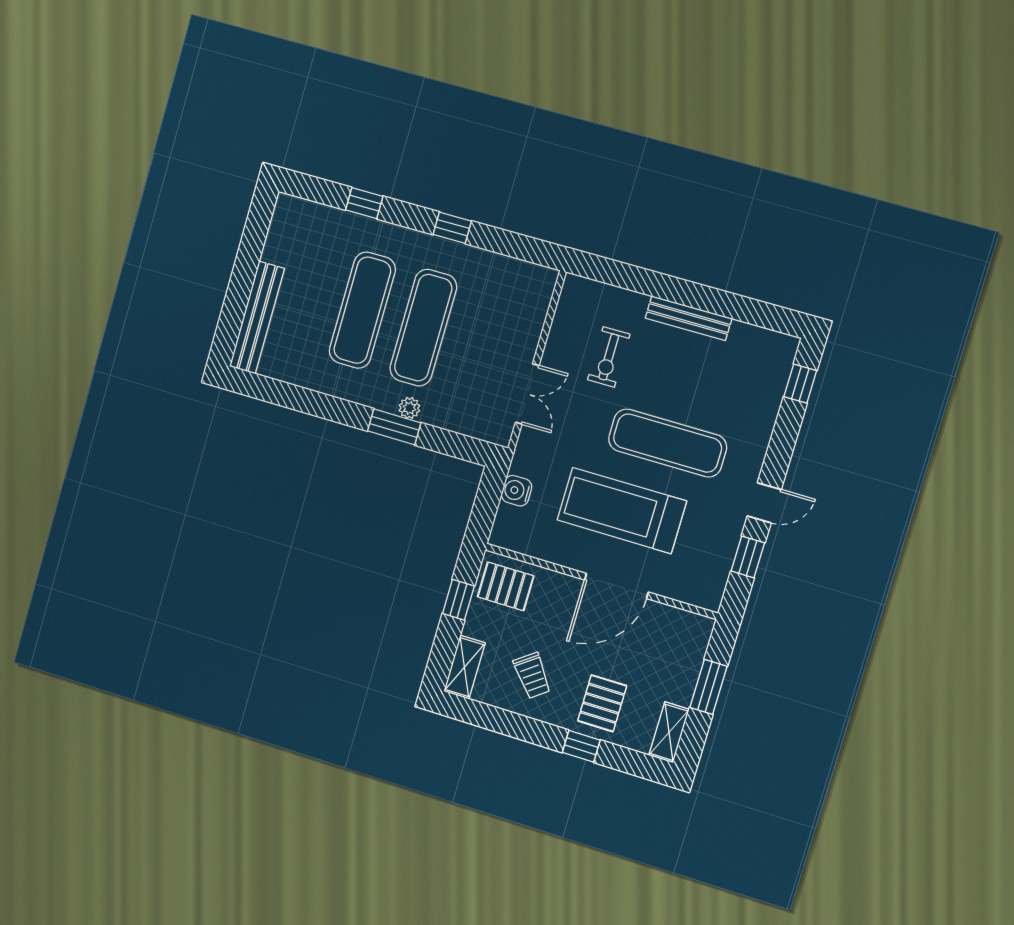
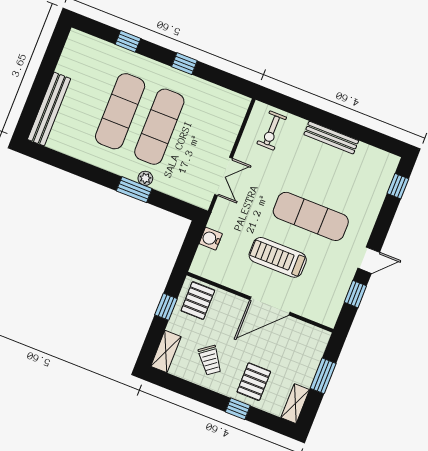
exercise bike: (609, 357) -> (272, 130), moved
treadmill: (622, 510) -> (278, 257), width x0.73, depth x0.73
pallet: (506, 586) -> (198, 301), turned 90

